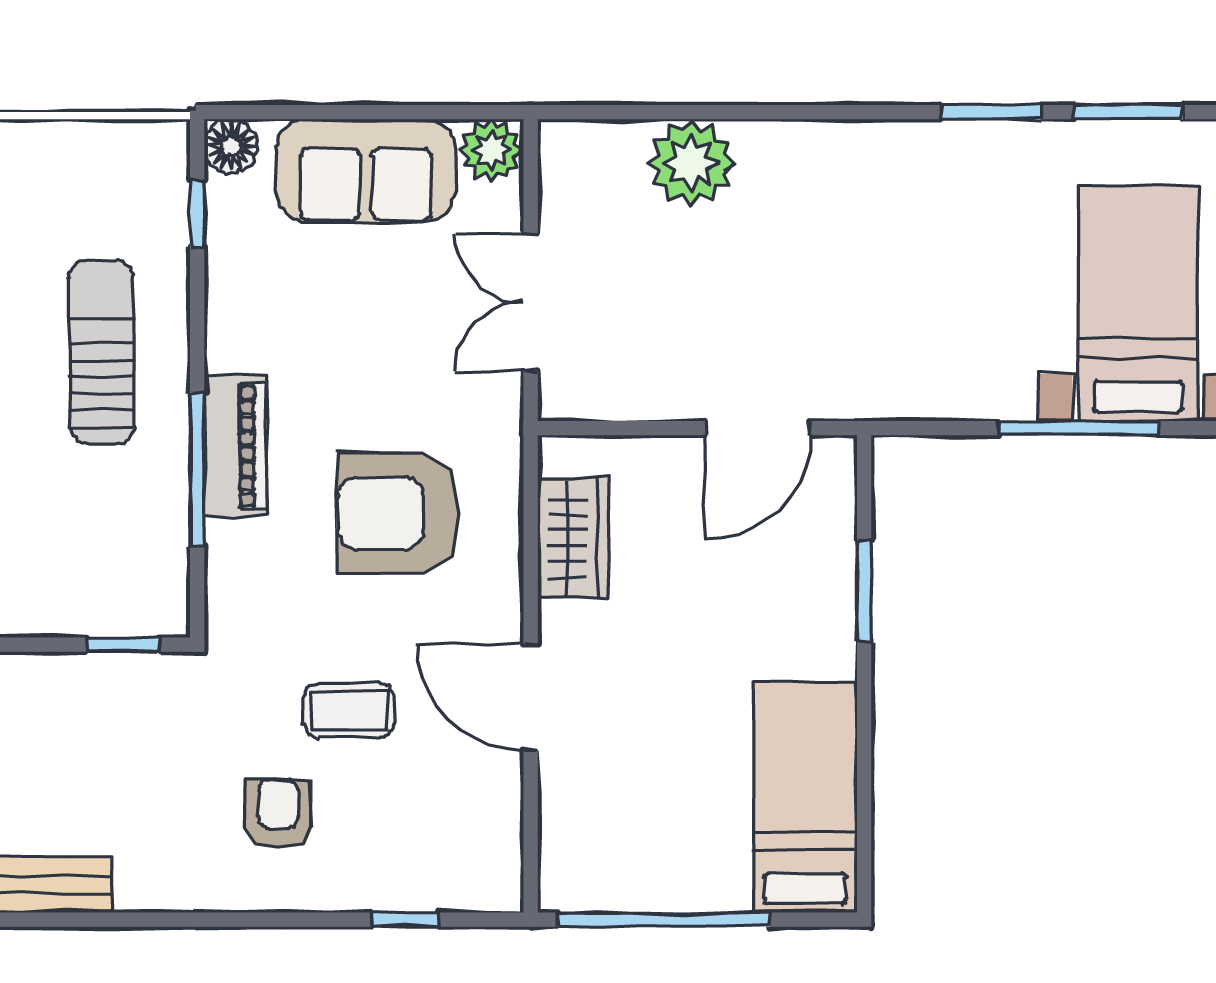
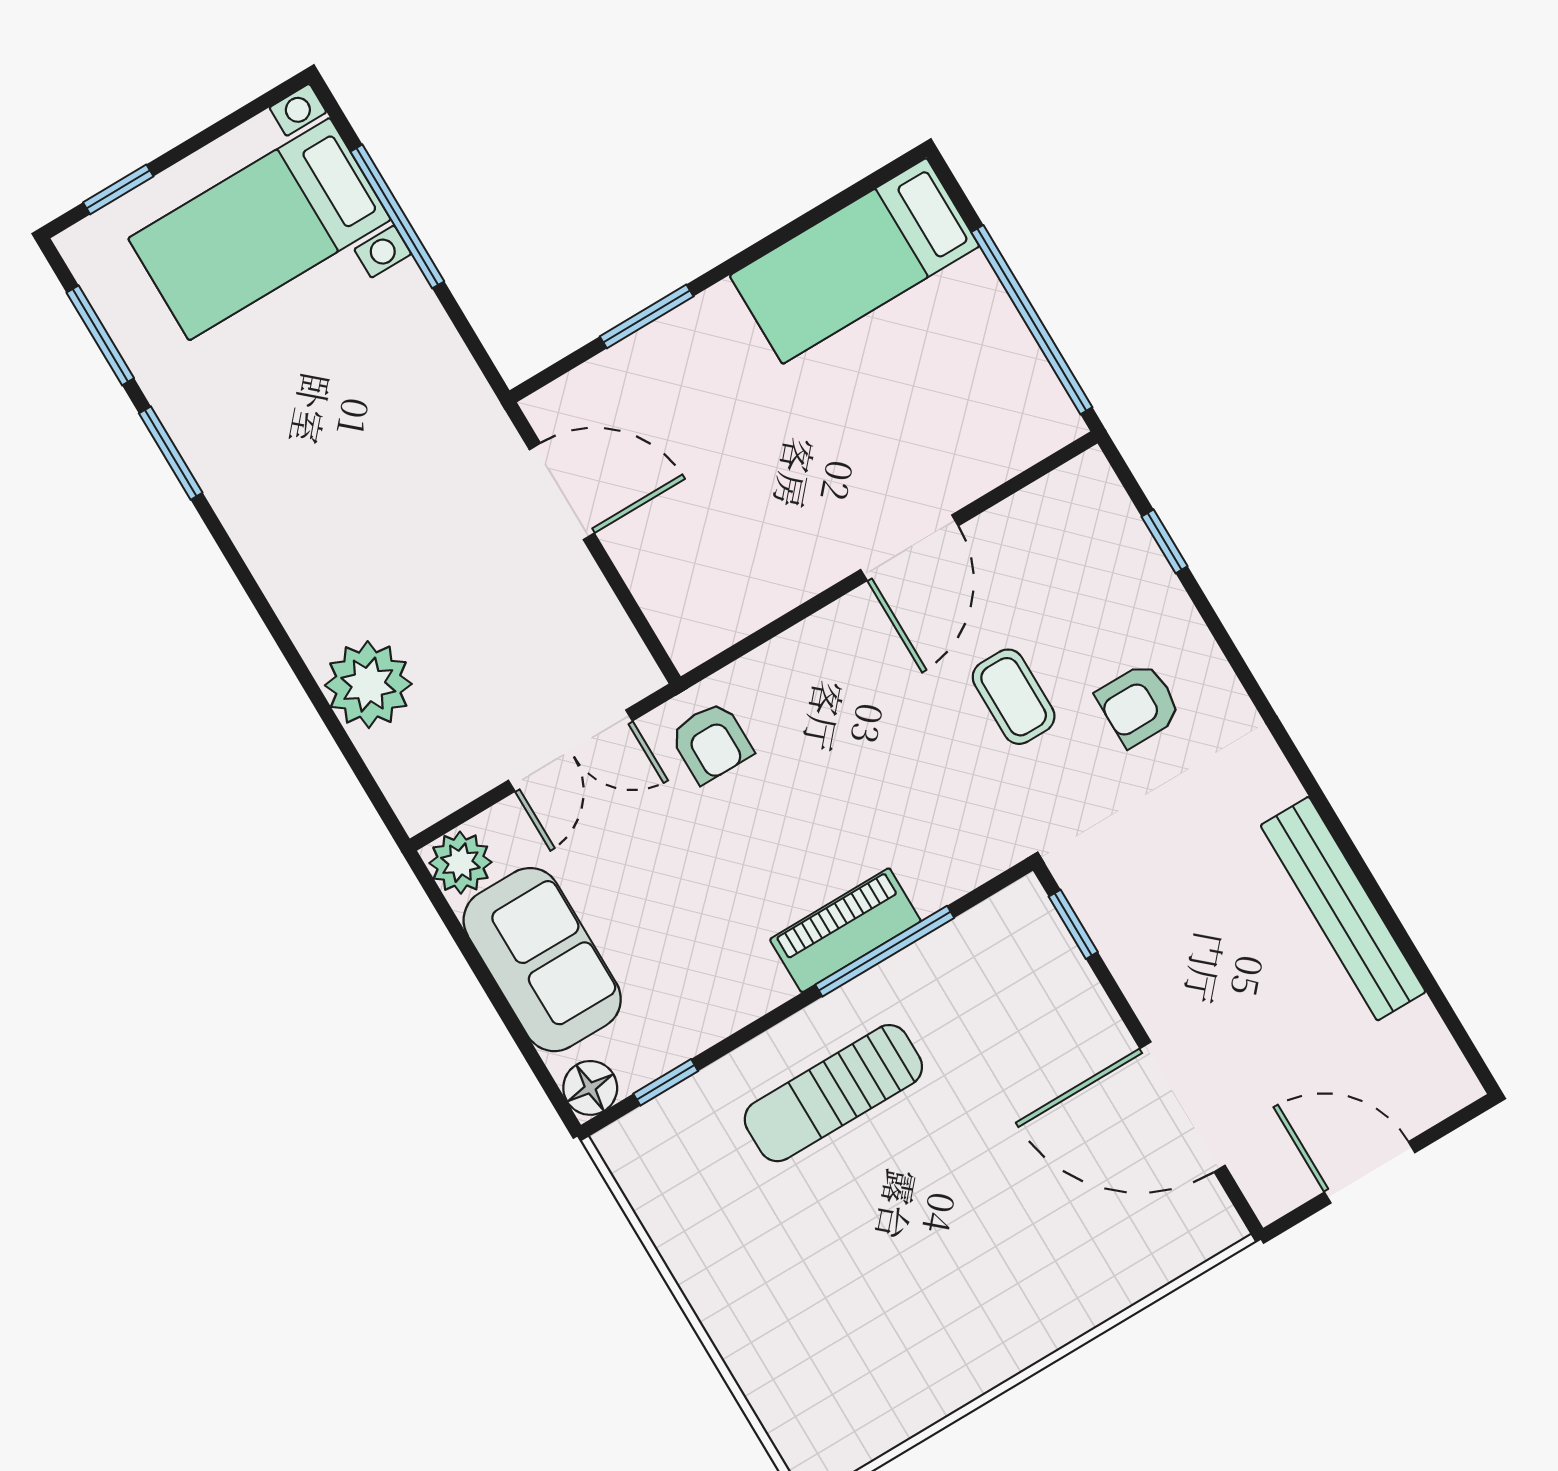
armchair: (398, 513) -> (711, 742), moved, width x0.53, depth x0.53
wardrobe: (573, 538) -> (751, 594), removed

